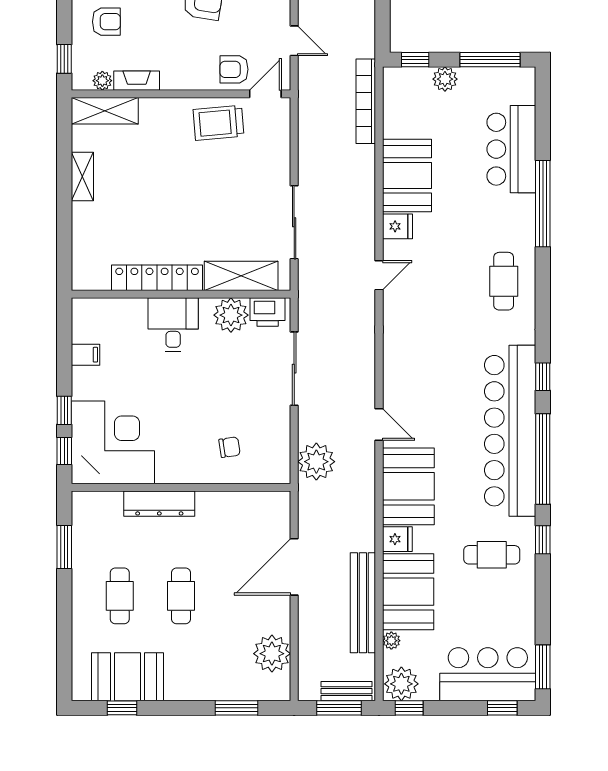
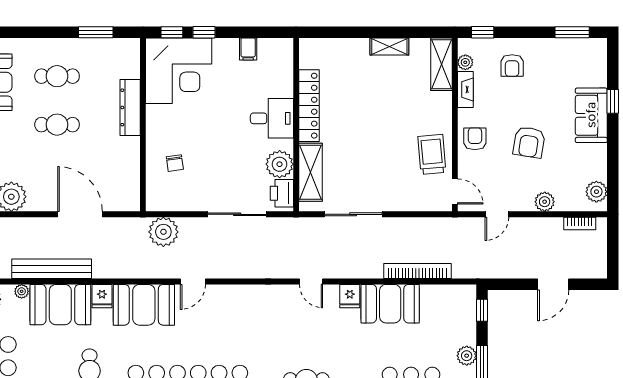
armchair: (234, 69) -> (475, 139), moved
plant: (445, 79) -> (467, 356), moved
bookcase: (366, 101) -> (417, 271), moved

